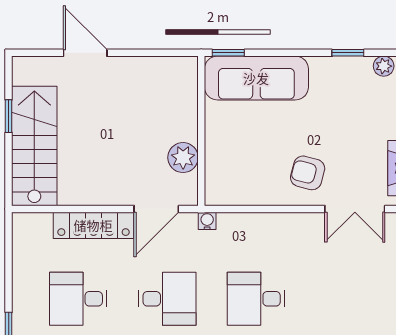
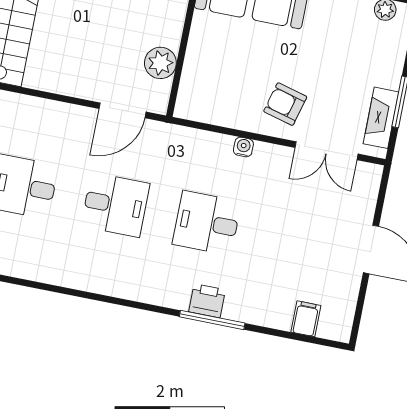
water cooler: (207, 221) -> (243, 147), moved
locker: (93, 225) -> (55, 114), removed

